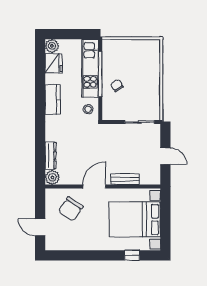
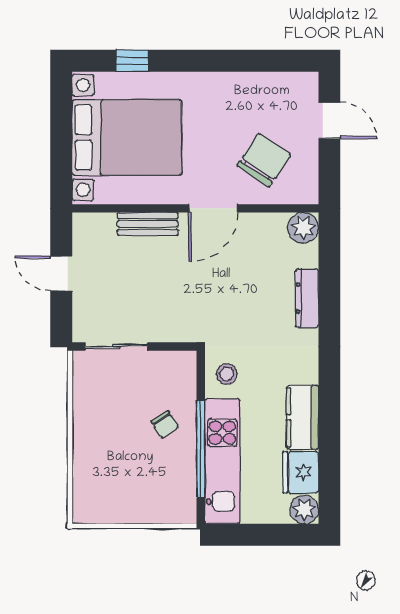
kitchen counter: (53, 99) -> (303, 417), moved
dresser: (51, 156) -> (307, 298), moved

